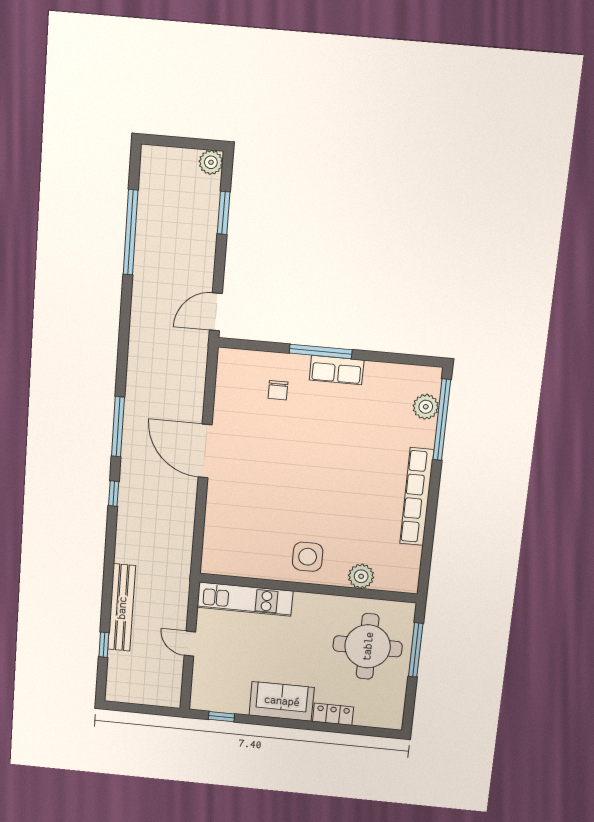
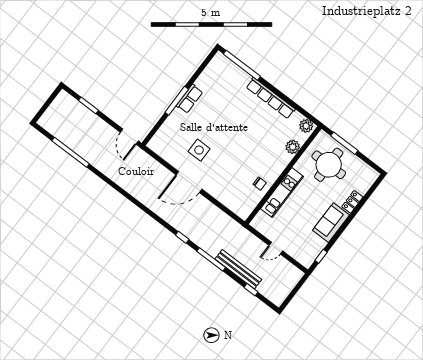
plant: (211, 162) -> (63, 97), removed
chair: (278, 390) -> (260, 184), moved
plant: (426, 407) -> (306, 126), moved
window: (118, 427) -> (211, 259), moved
side table: (308, 557) -> (199, 150), moved
kitchen unit: (245, 599) -> (282, 193), moved

